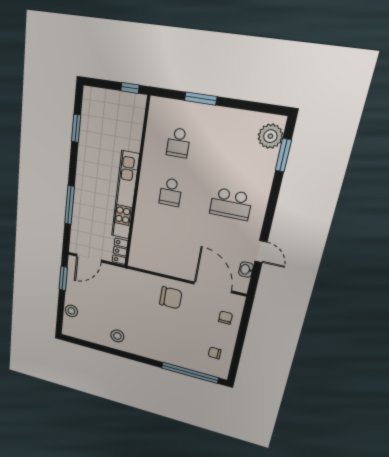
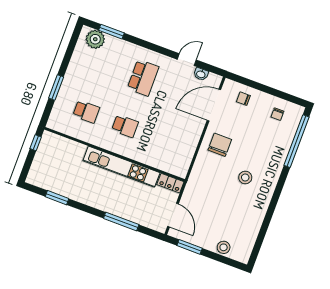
stool: (117, 336) -> (245, 177), moved

